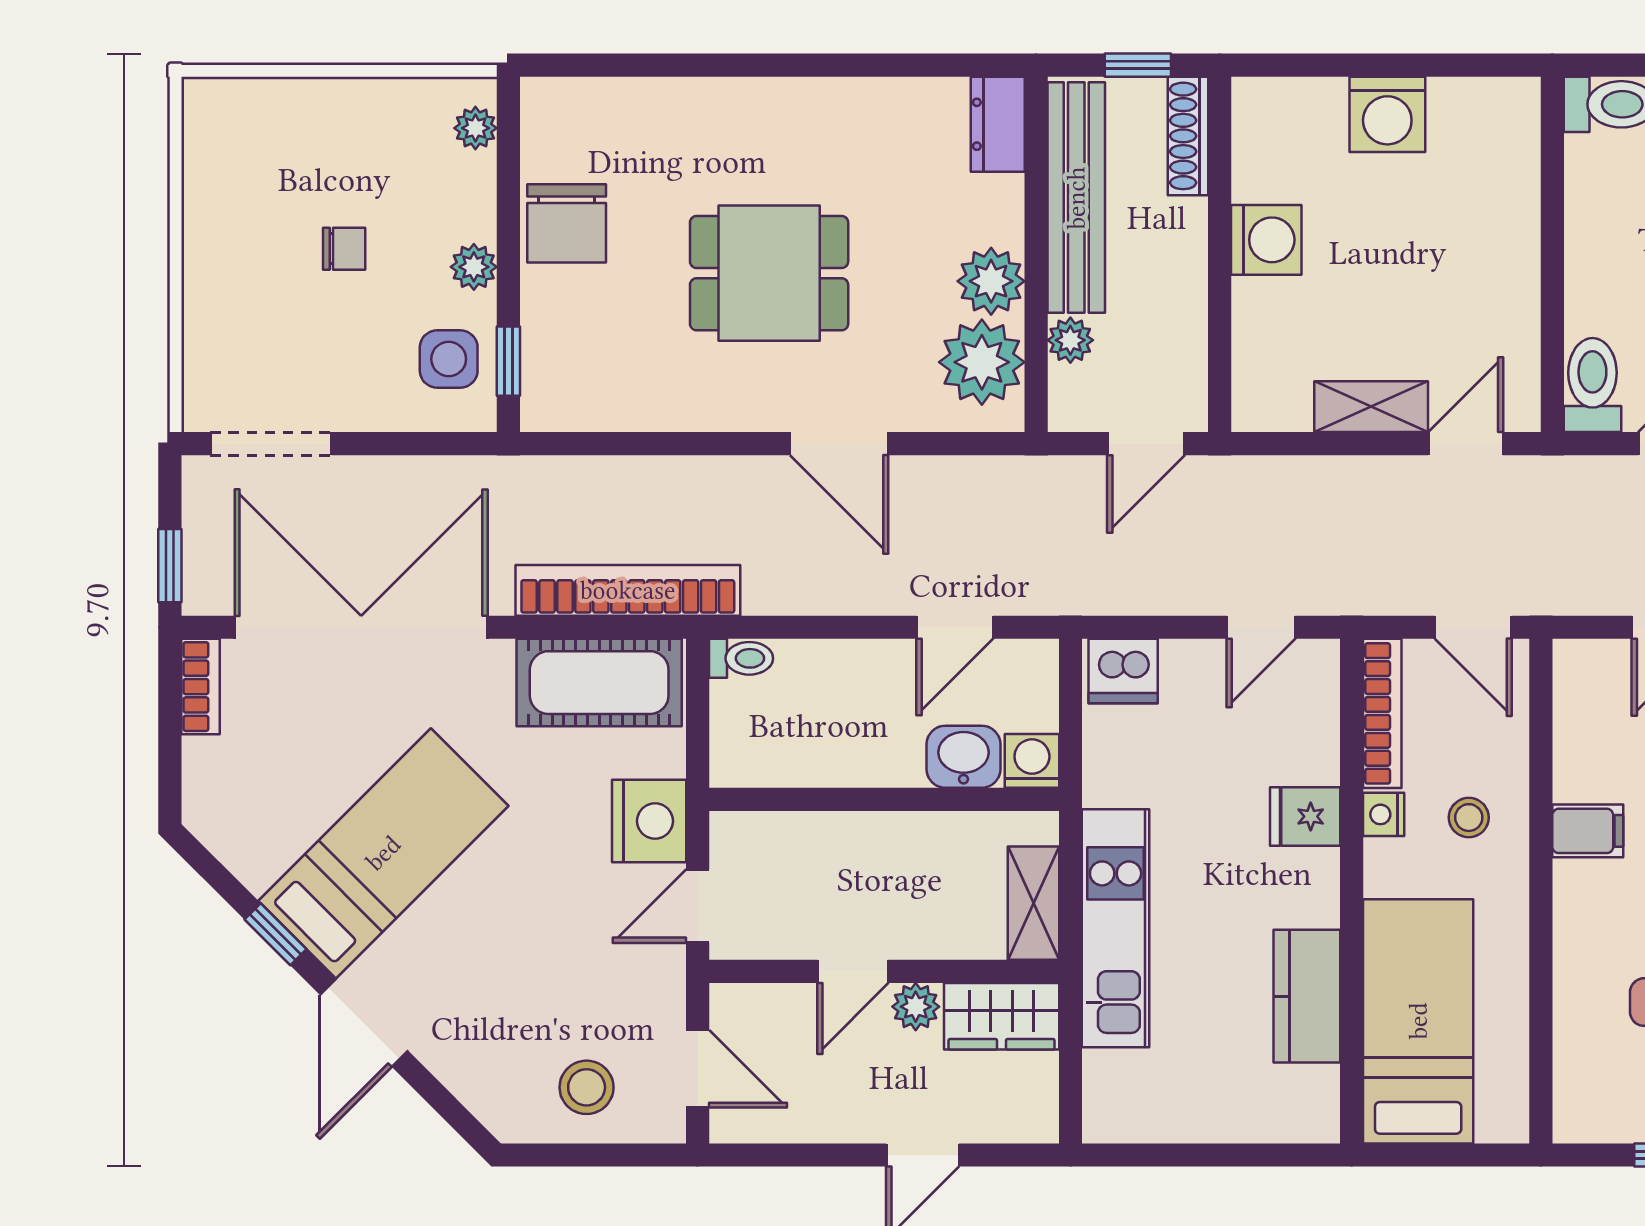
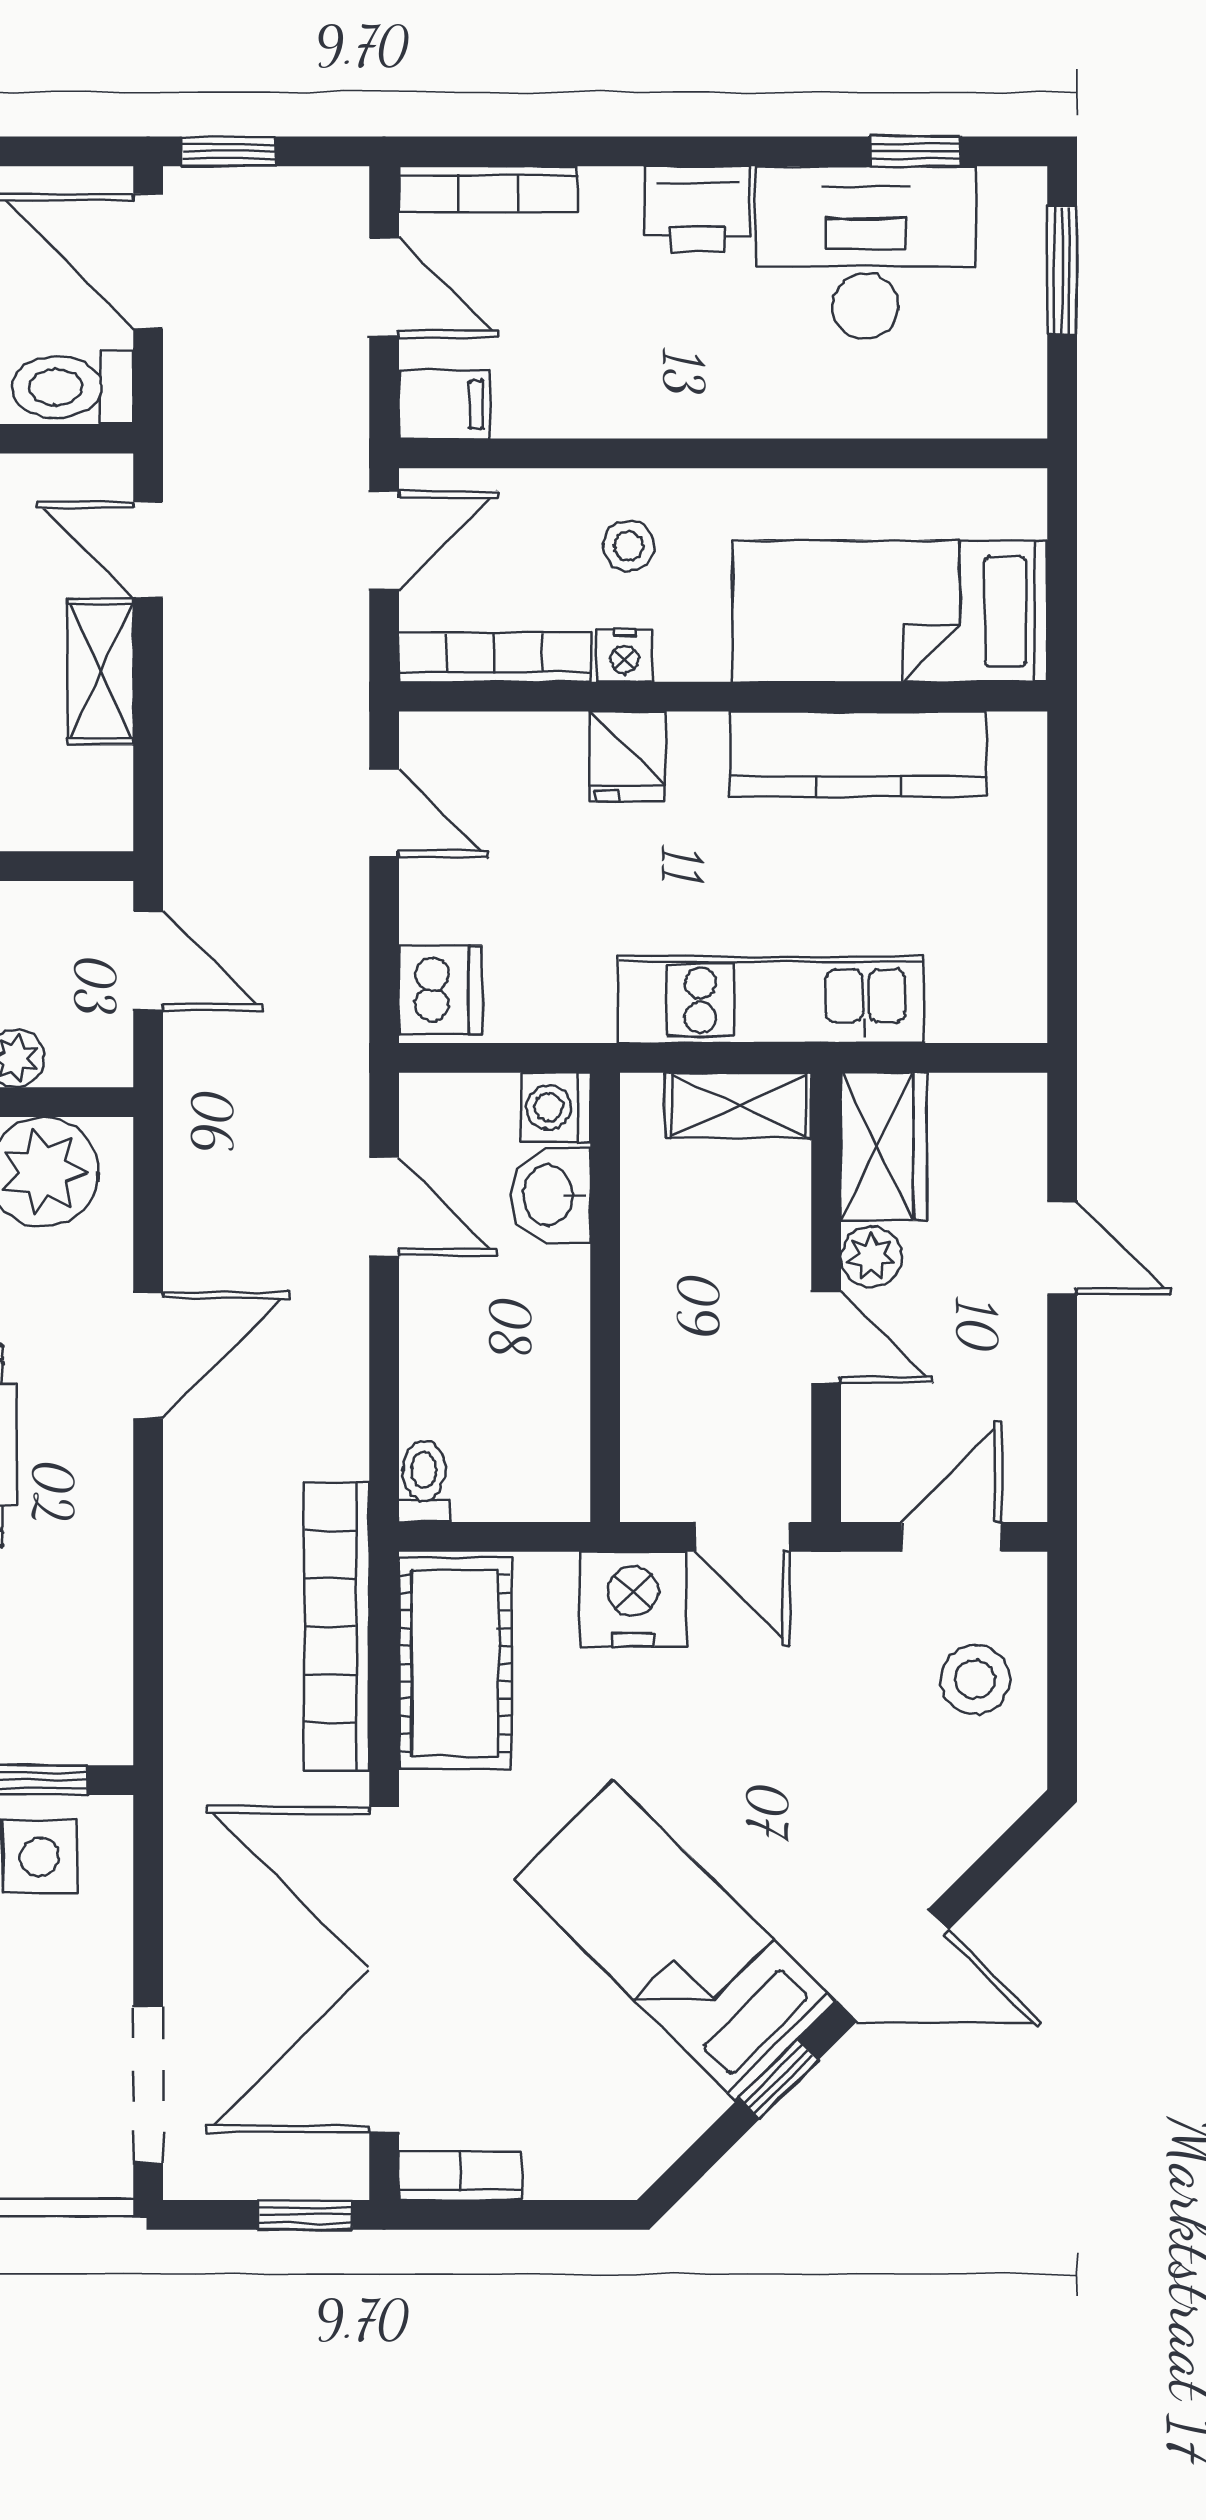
filing cabinet: (1588, 831) -> (444, 405), moved, turned 90
kitchen counter: (1307, 996) -> (858, 754), width x1.50

